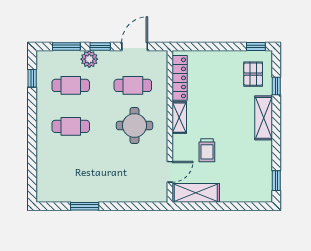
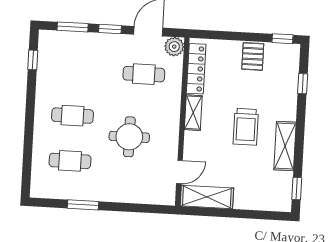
plant: (89, 59) -> (174, 47), moved
pallet: (253, 74) -> (253, 56), moved
cafe table: (71, 85) -> (70, 161), moved
shelving: (264, 118) -> (285, 146), moved
round table: (135, 126) -> (129, 137), moved
trolley: (207, 150) -> (246, 127), moved, width x1.36, depth x1.39

